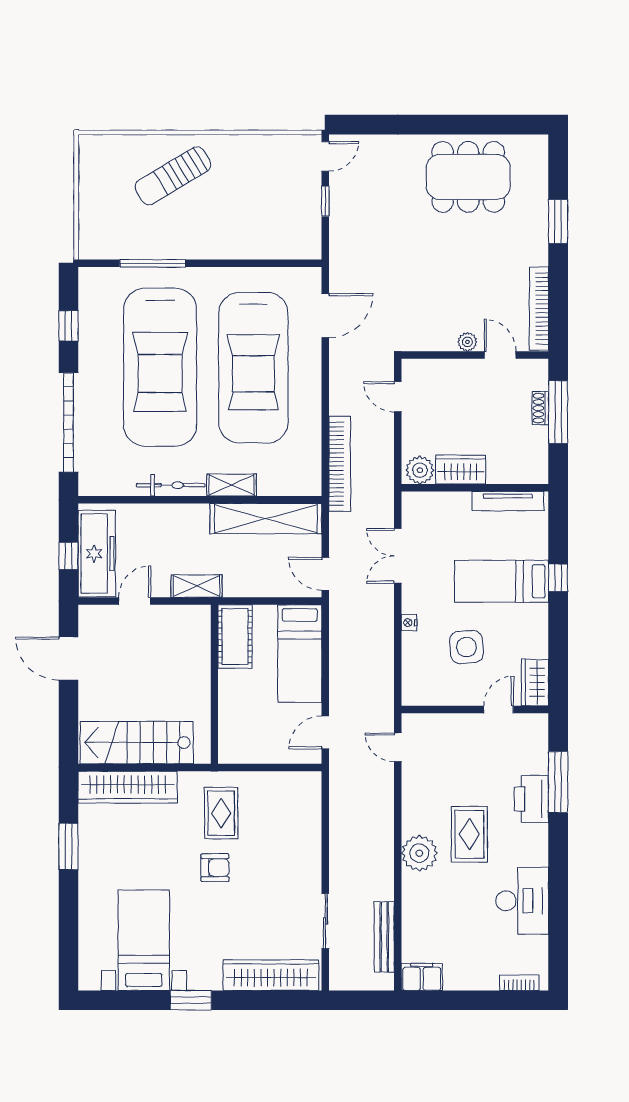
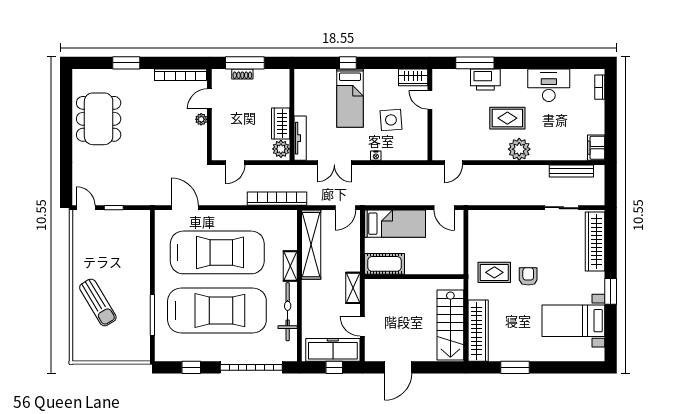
bicycle: (171, 485) -> (288, 312), width x1.37, depth x1.40
tv unit: (508, 501) -> (300, 138), moved

